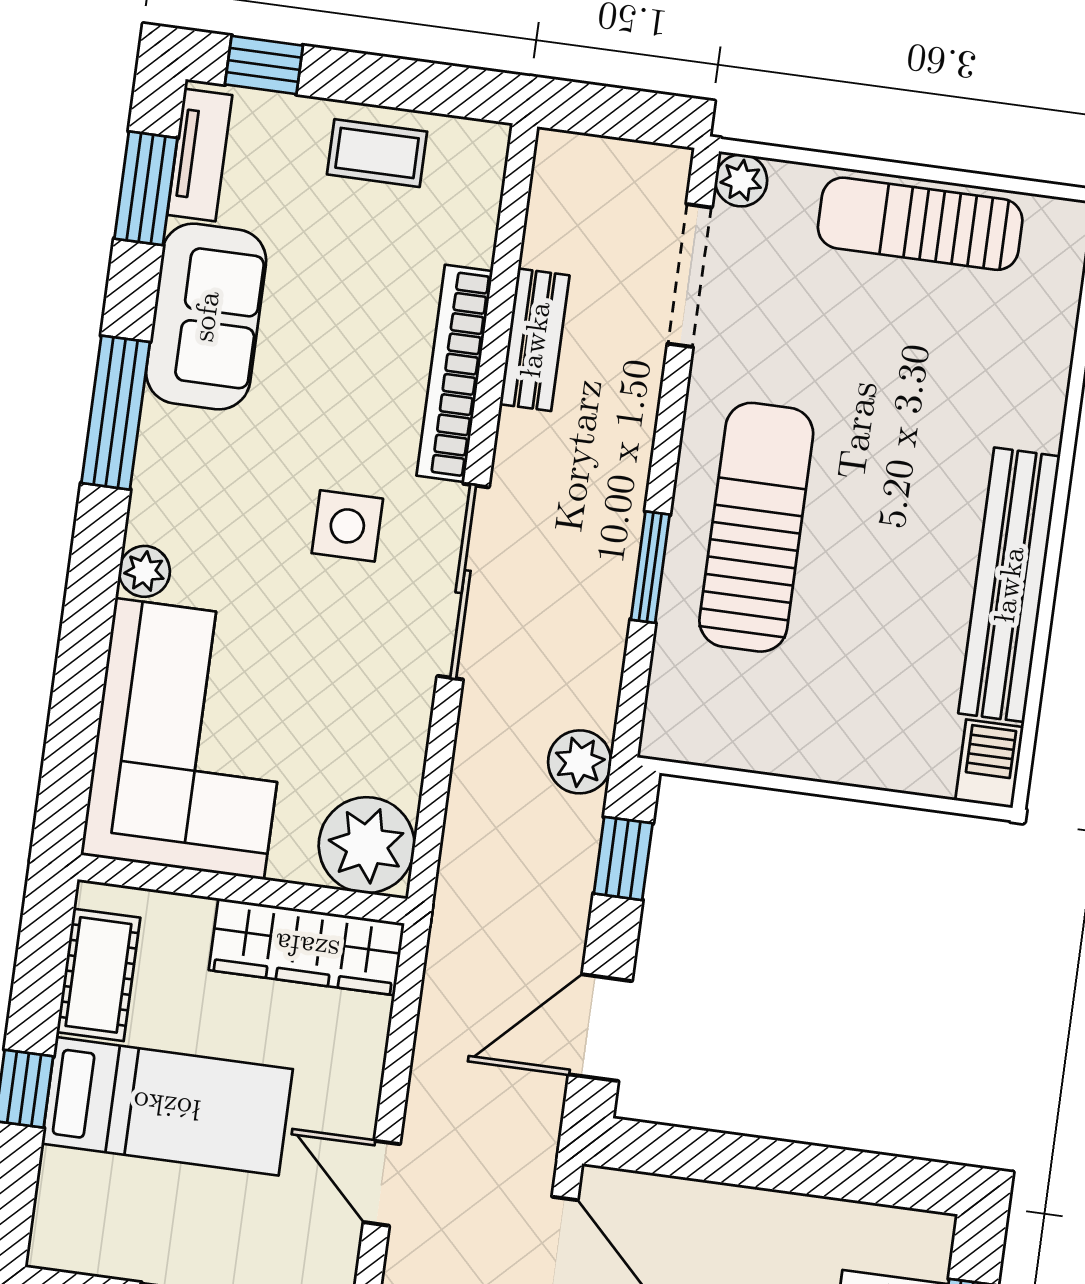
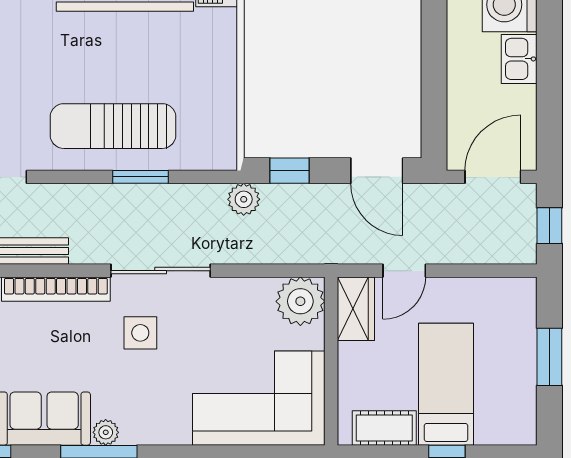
plant: (144, 571) -> (106, 432), moved
wardrobe: (307, 947) -> (356, 309), width x0.67
door: (382, 1183) -> (404, 271), moved

